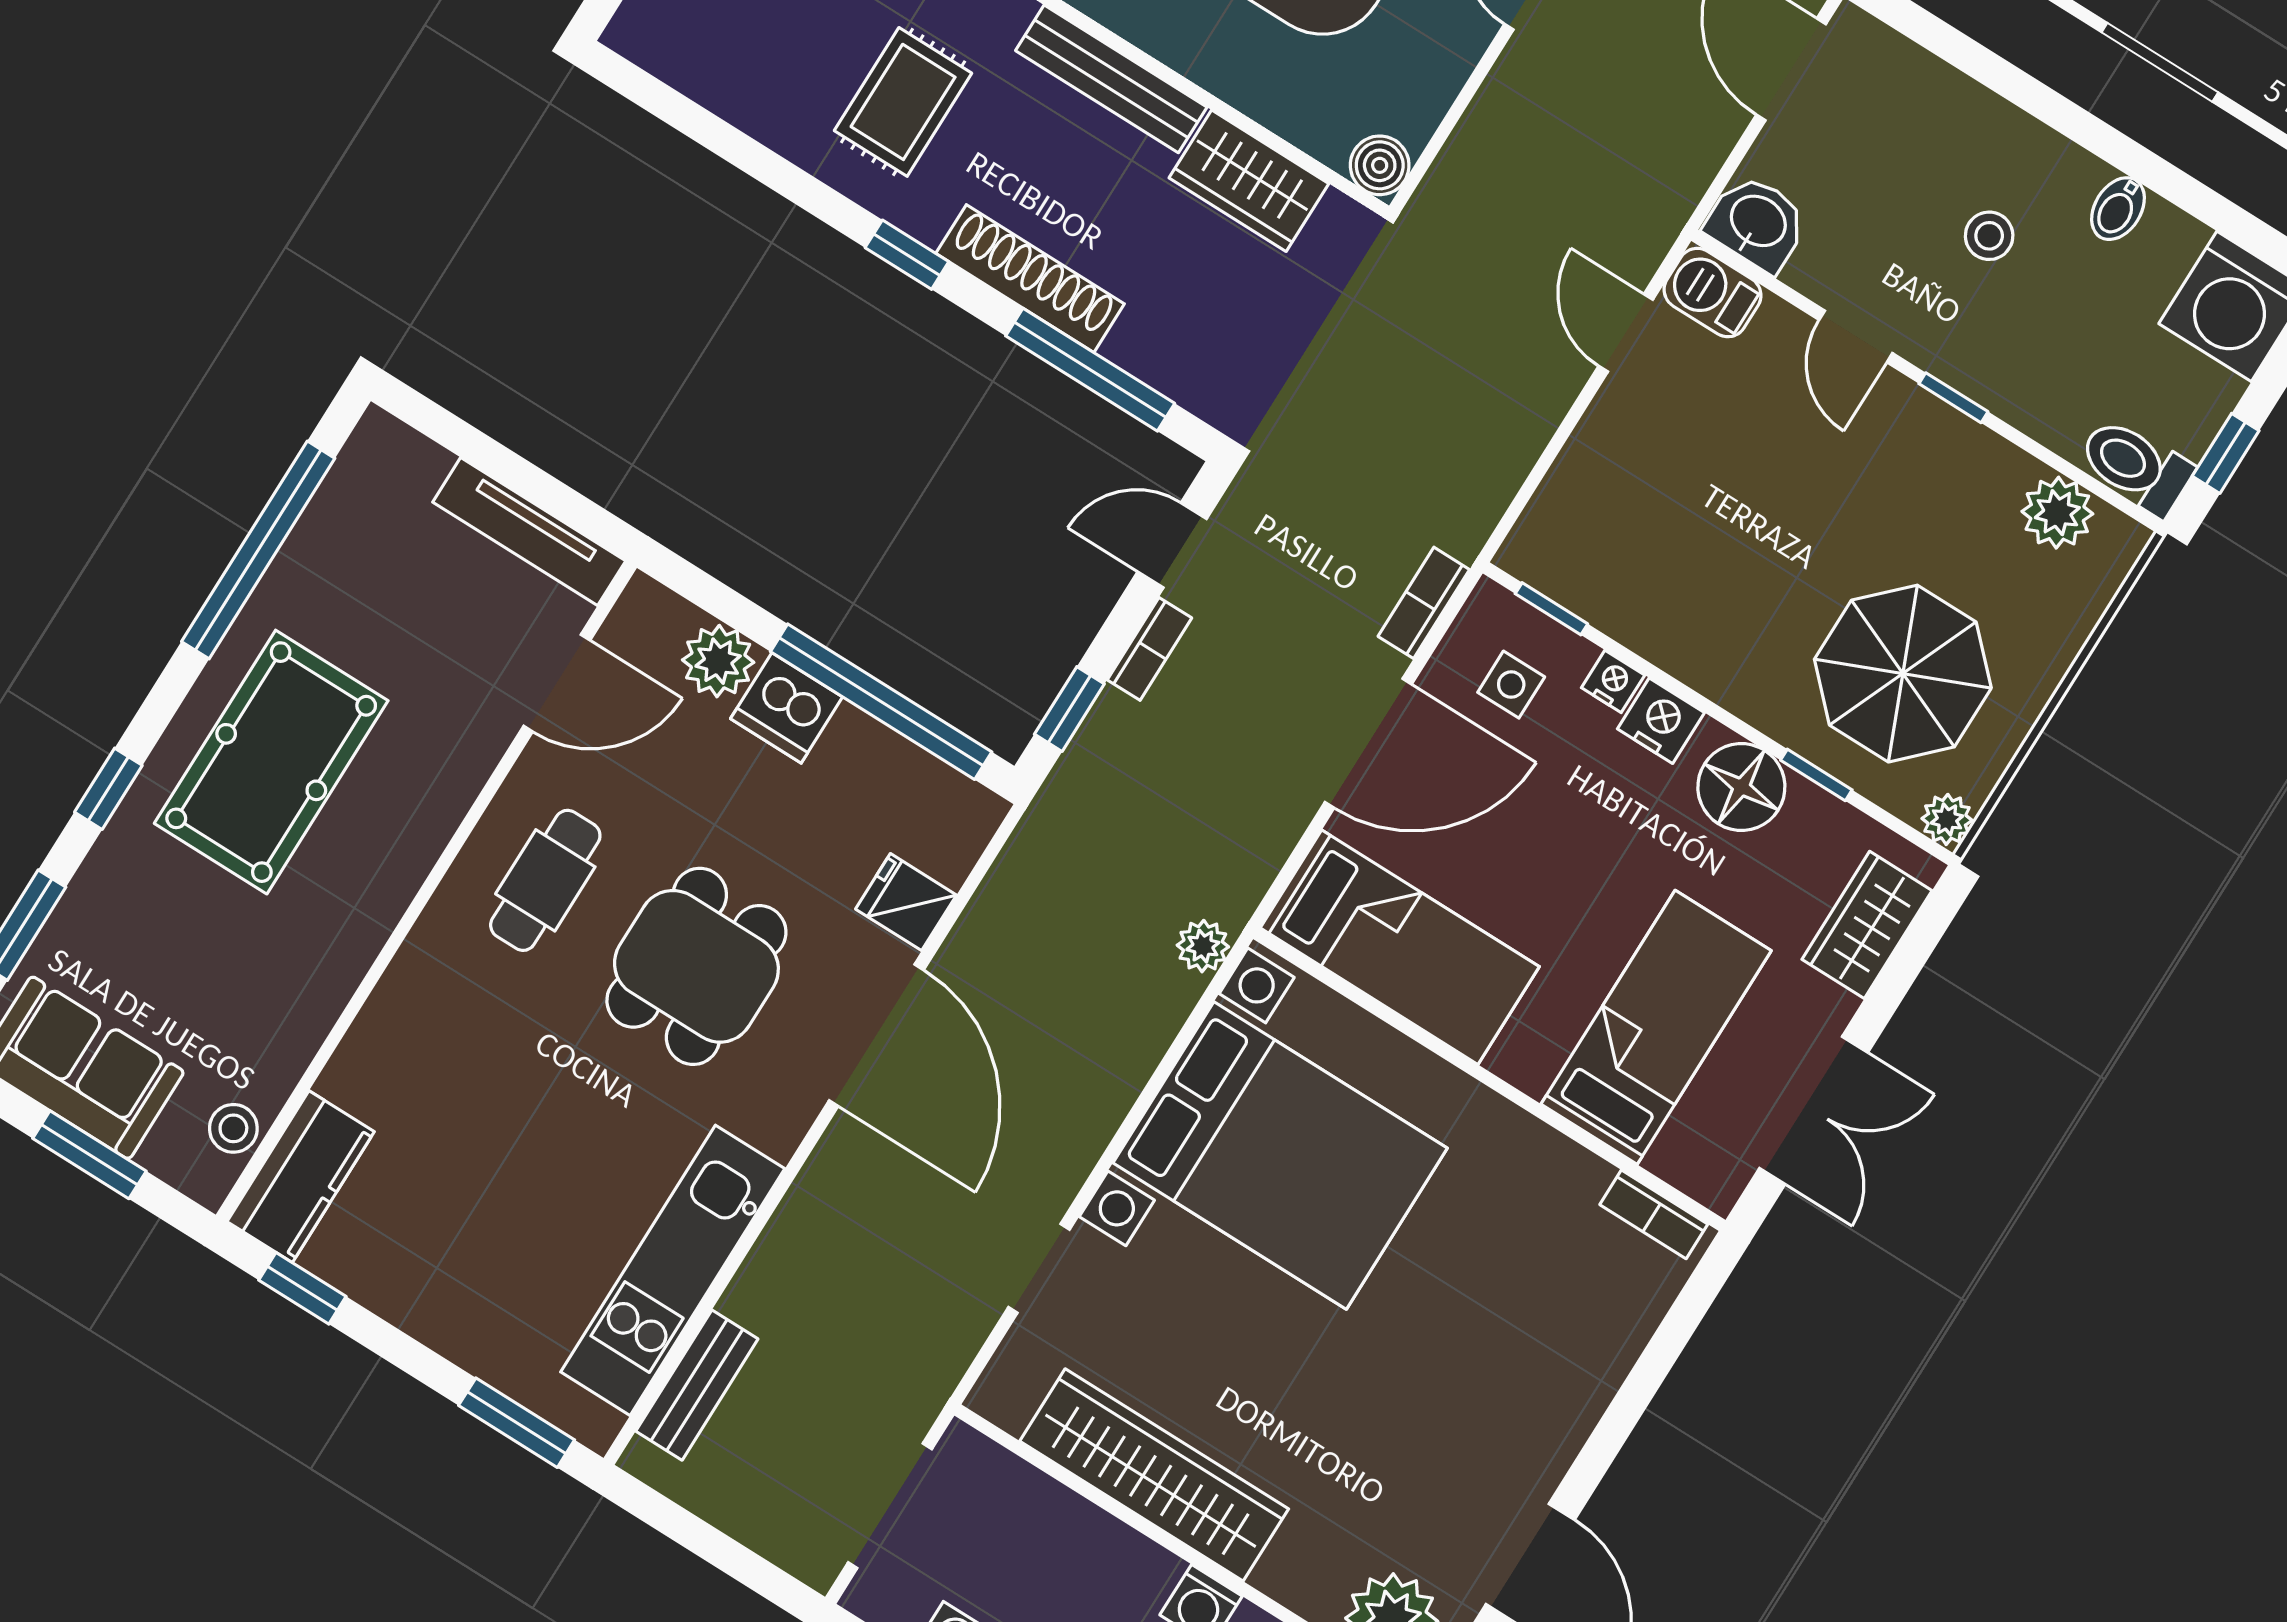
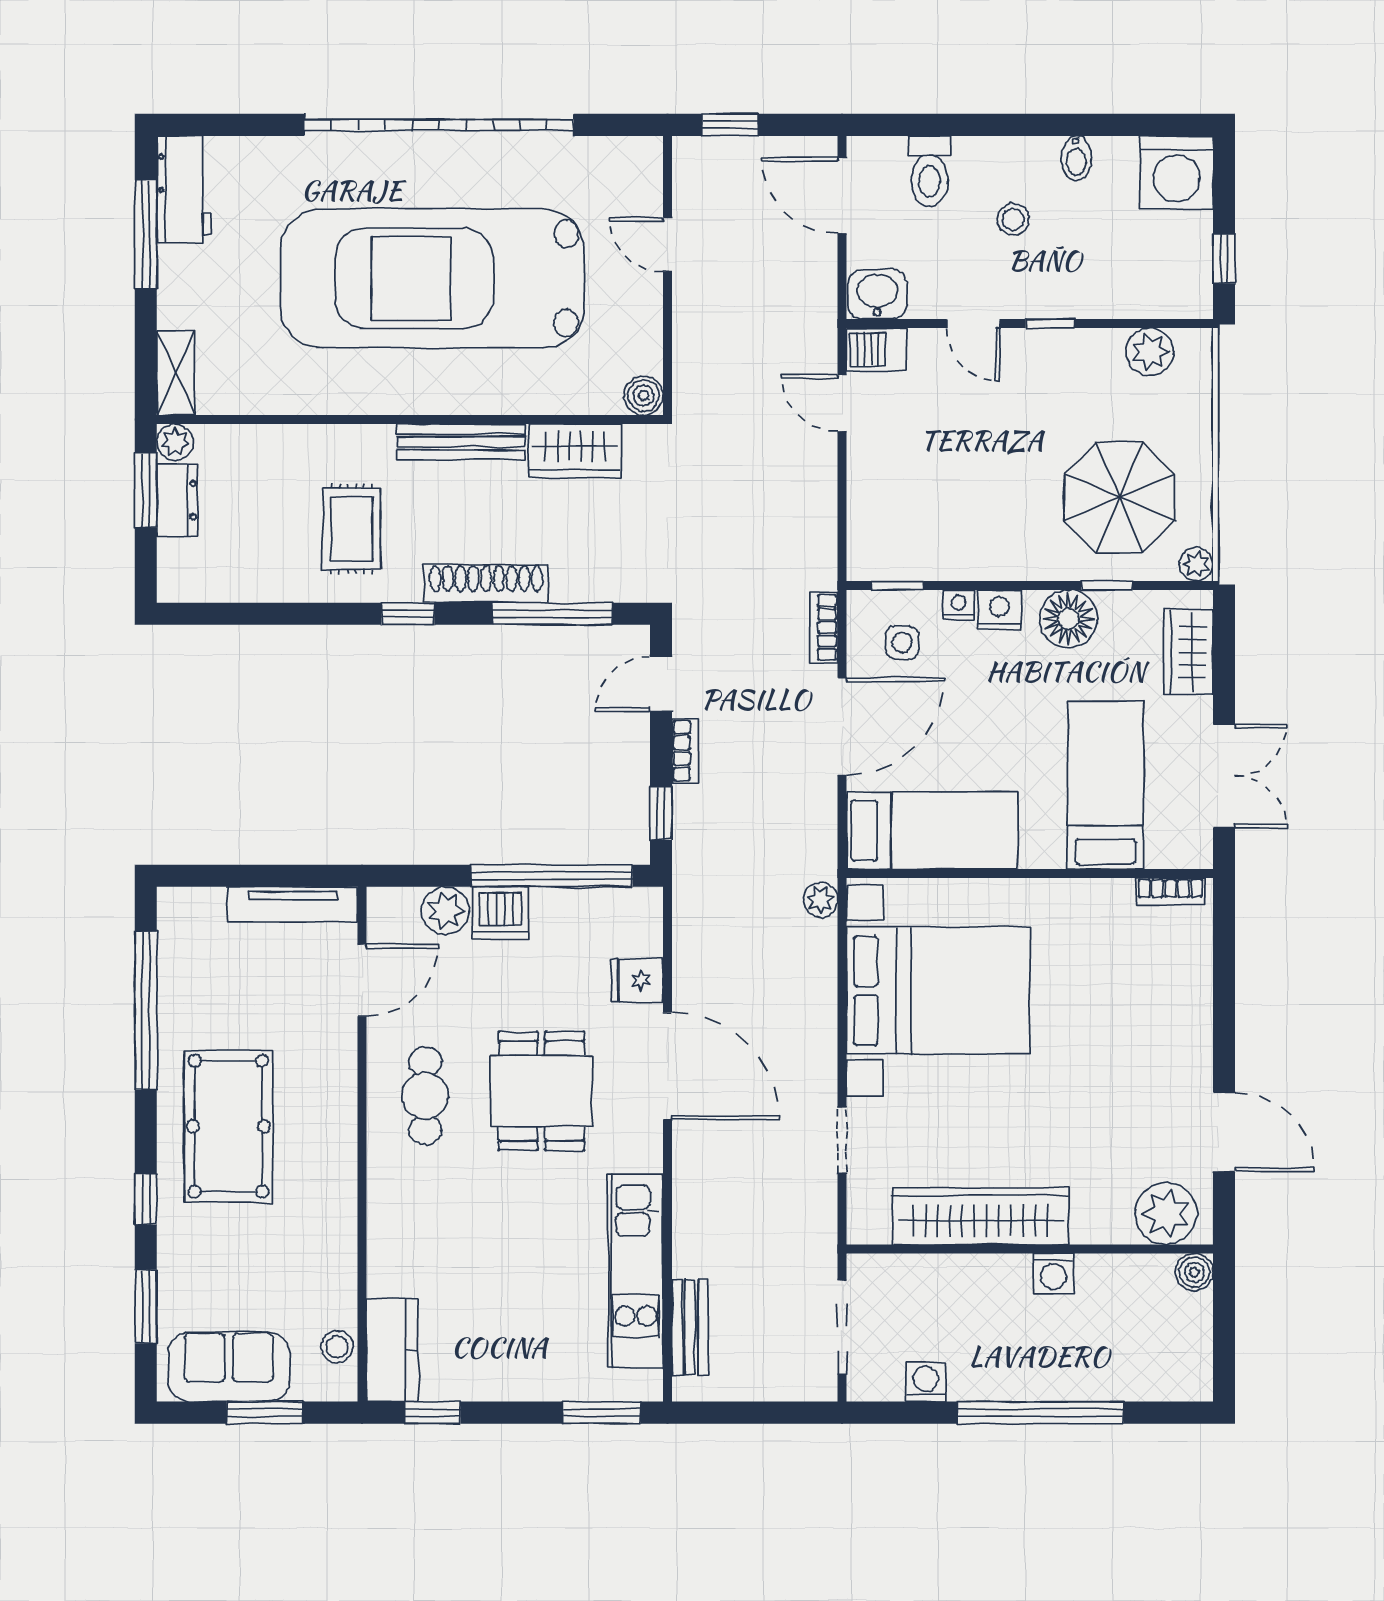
toilet: (2136, 466) -> (929, 171), moved, turned -90

